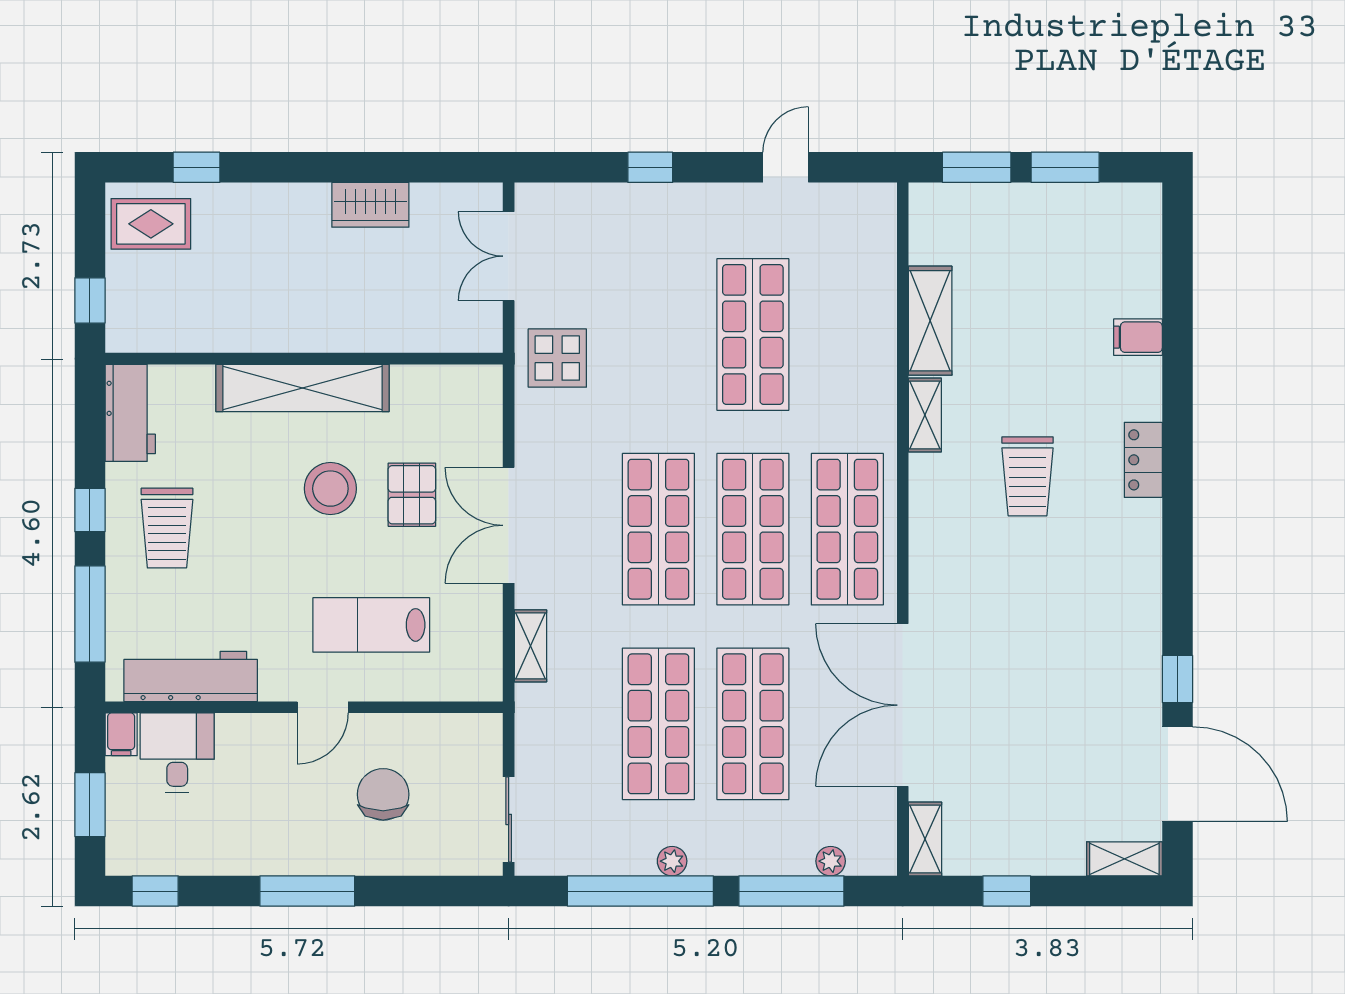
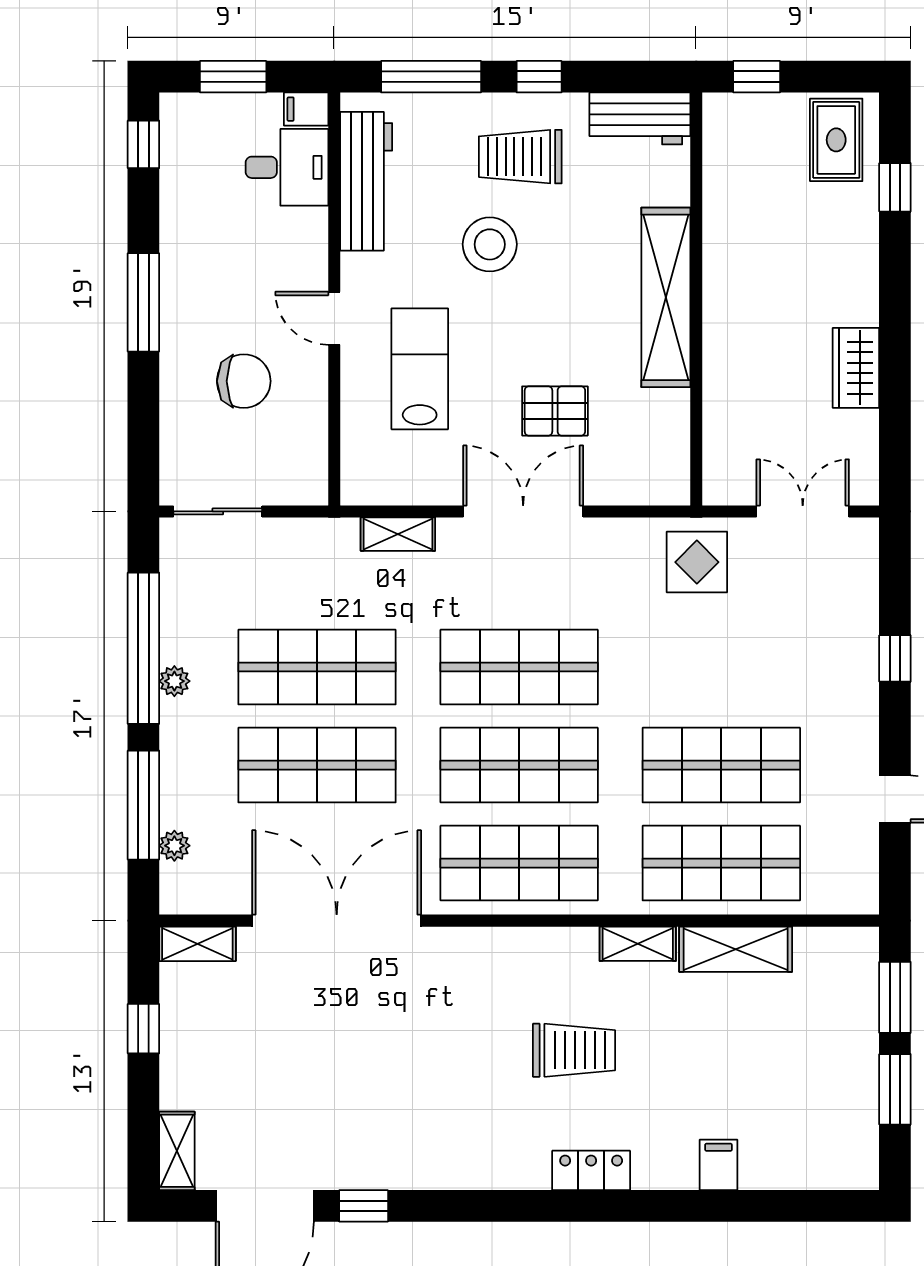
shop shelf: (847, 334) -> (721, 863), added
trolley: (1028, 476) -> (574, 1050), turned 180
stool: (330, 489) -> (490, 244), moved

